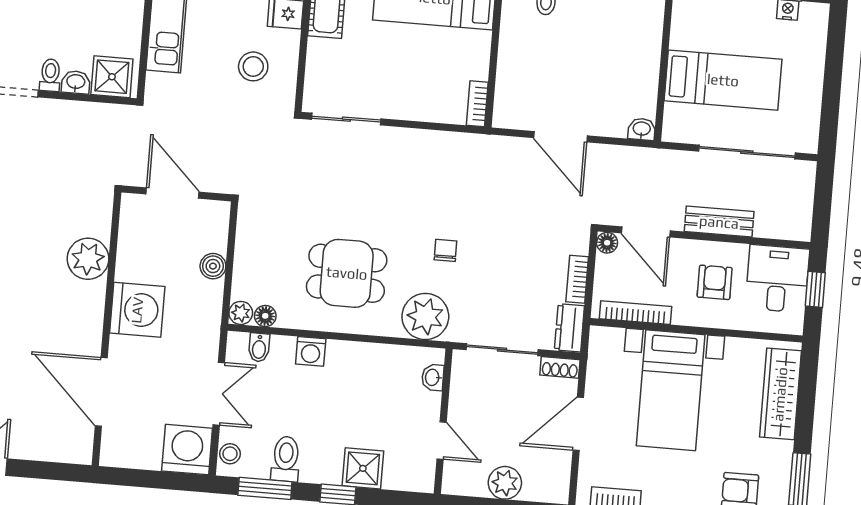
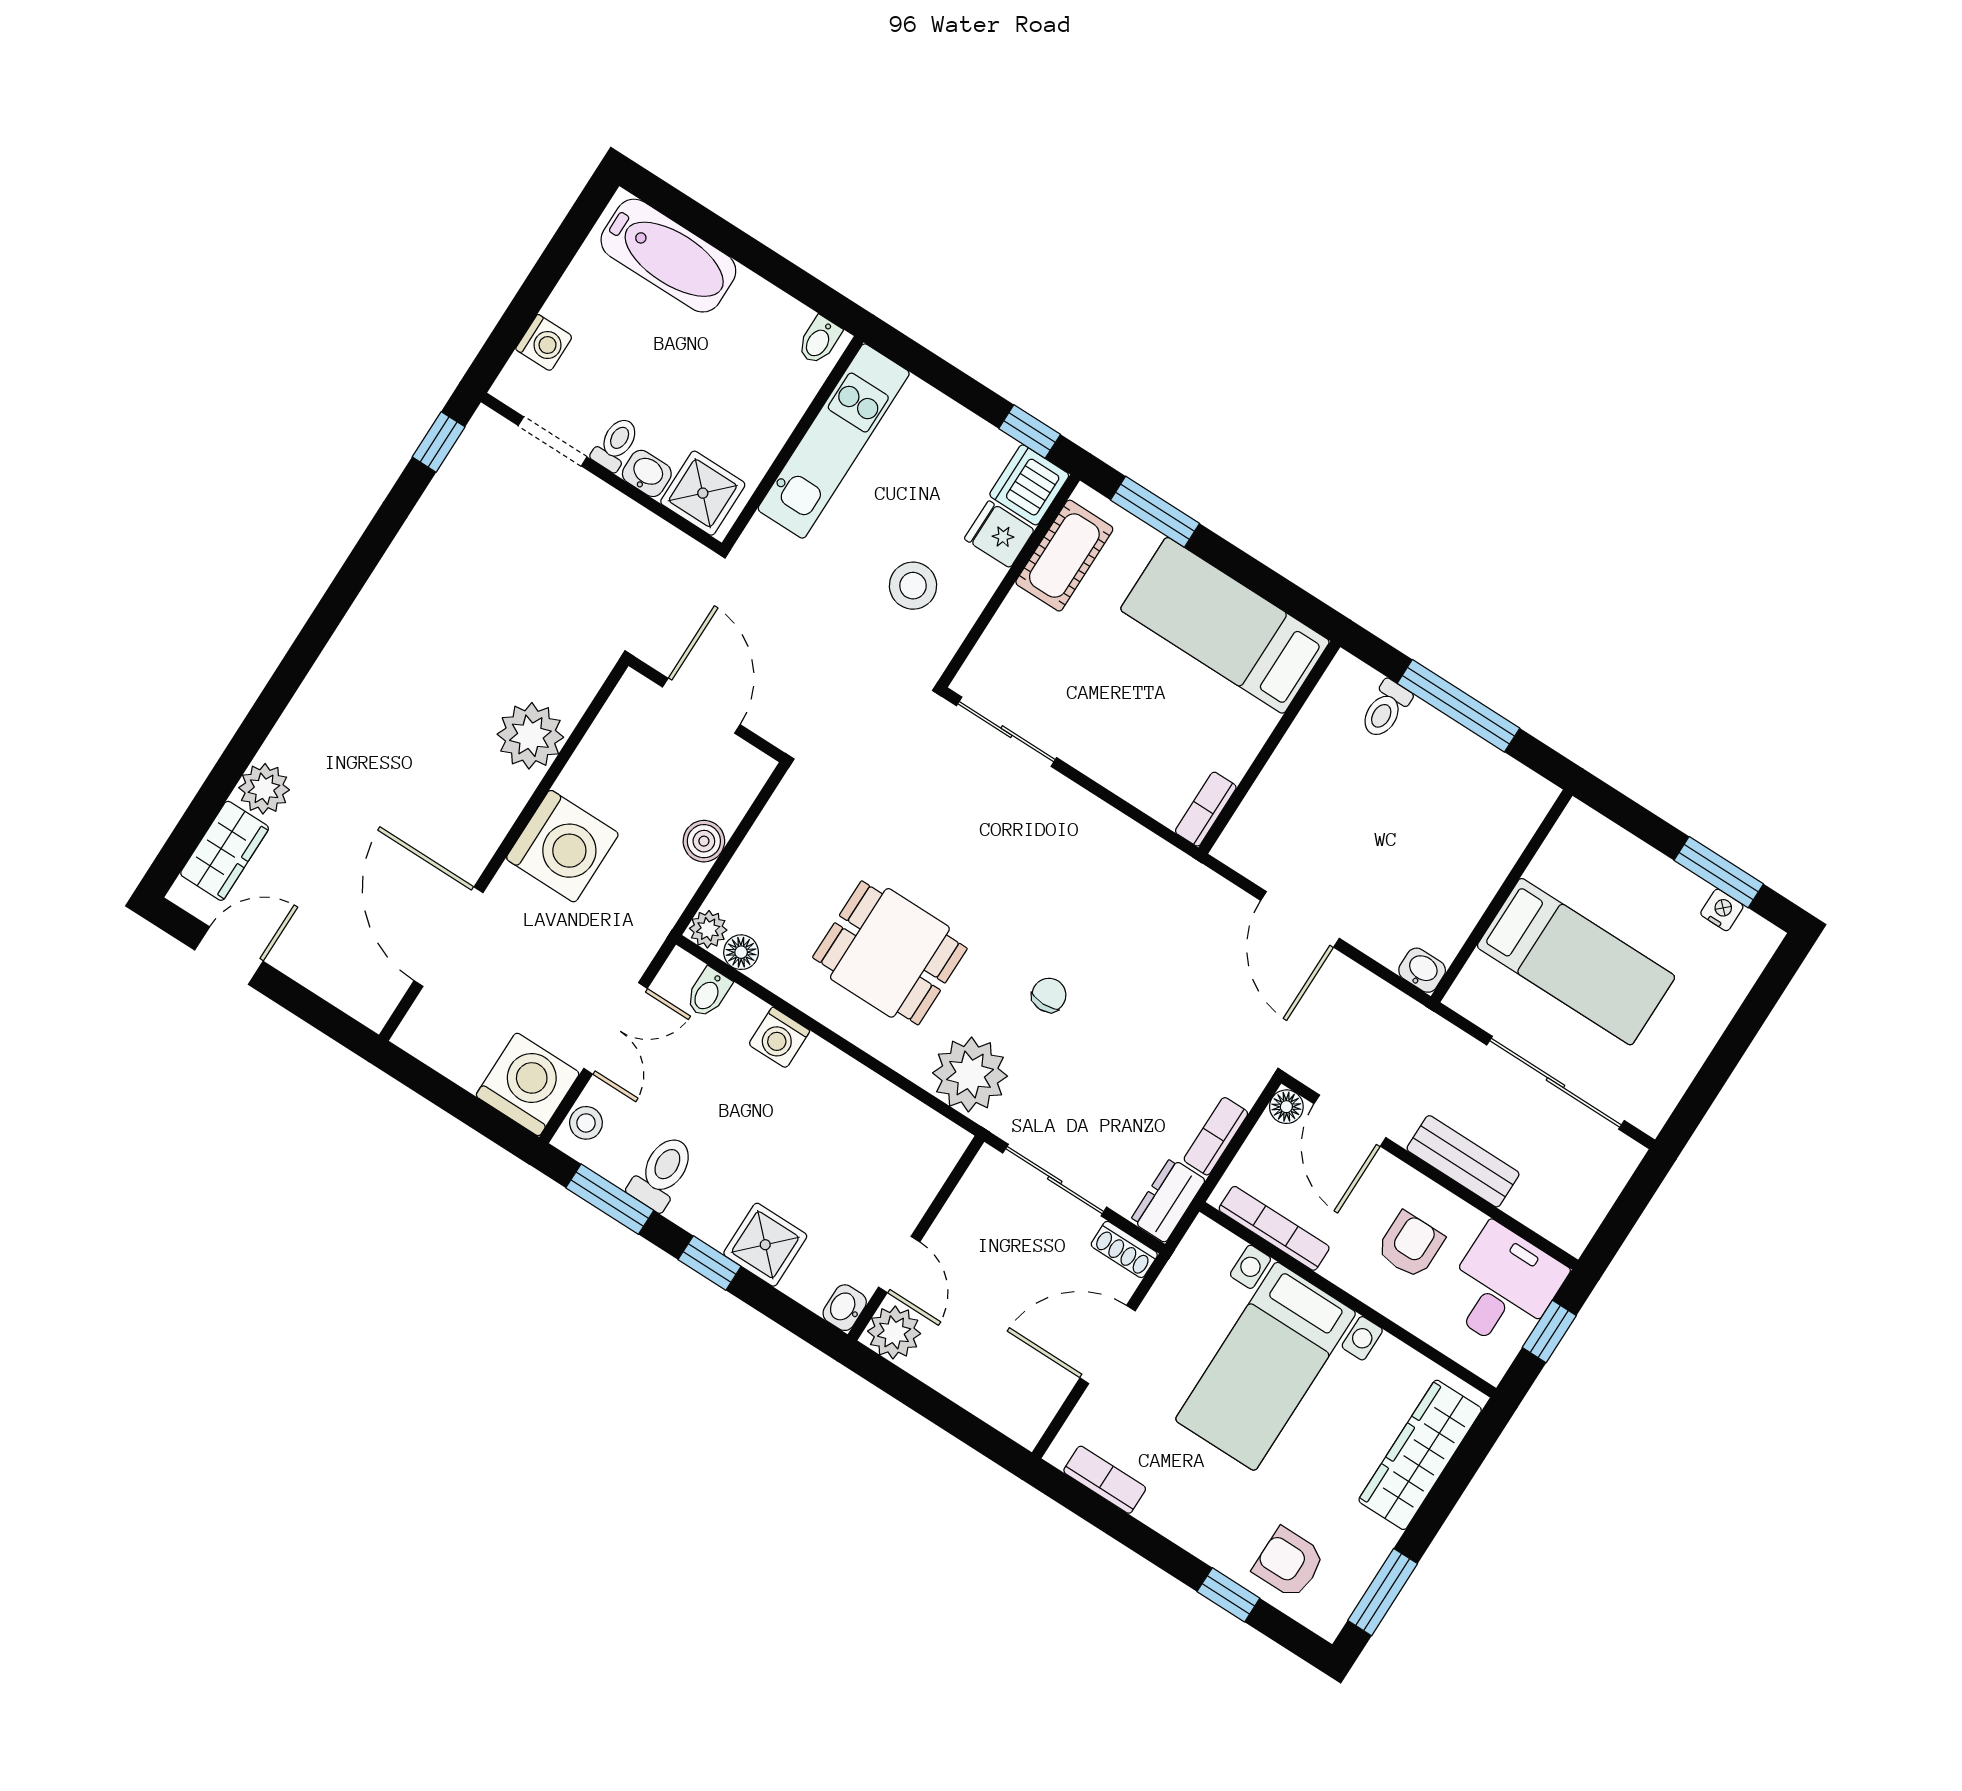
washbasin: (433, 377) -> (845, 1308), moved
plant: (505, 483) -> (894, 1332), moved

